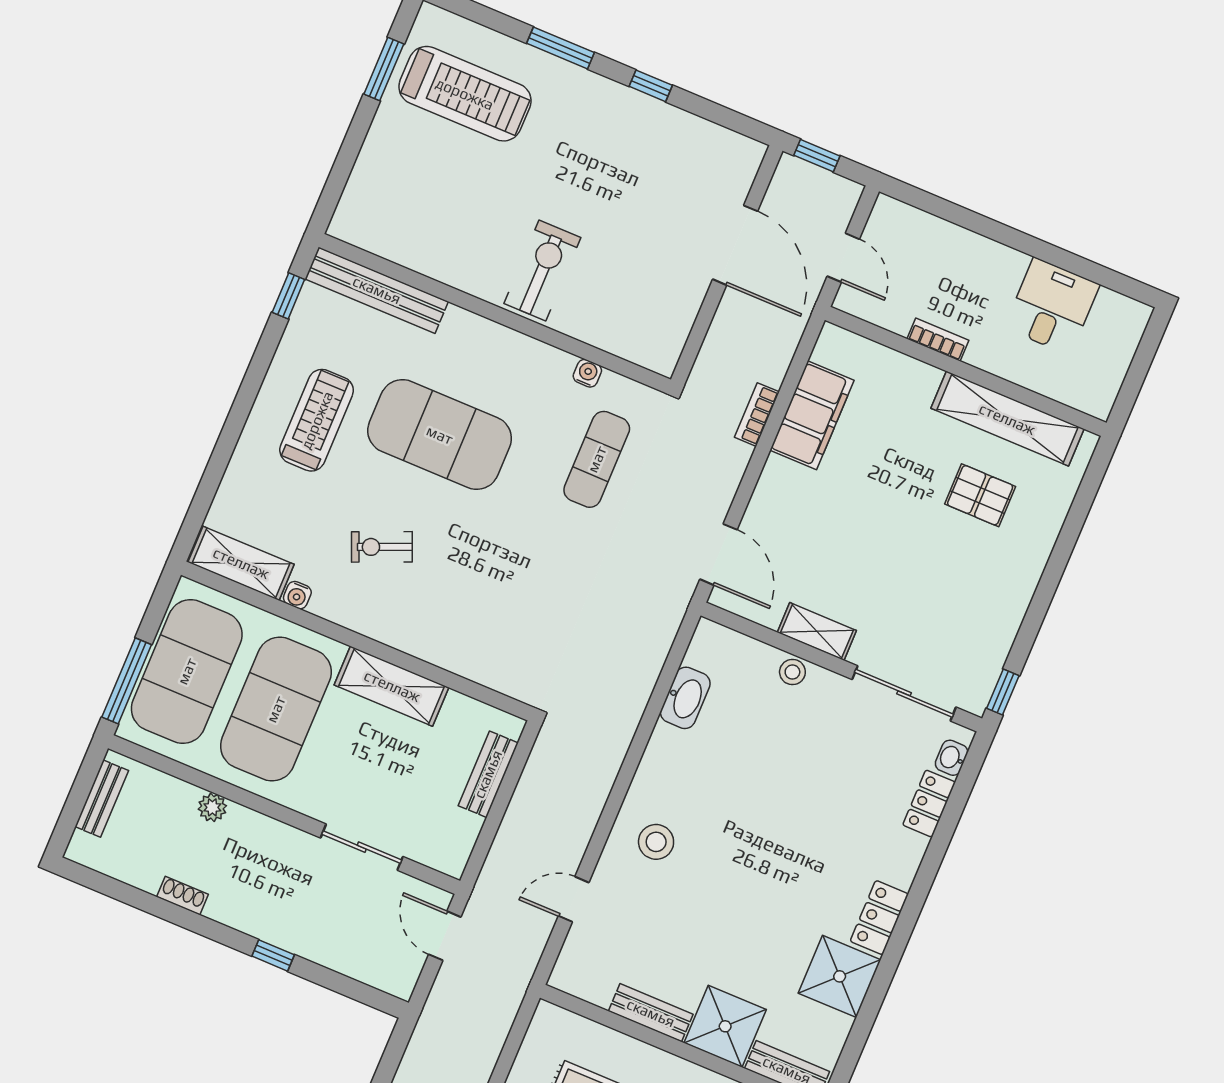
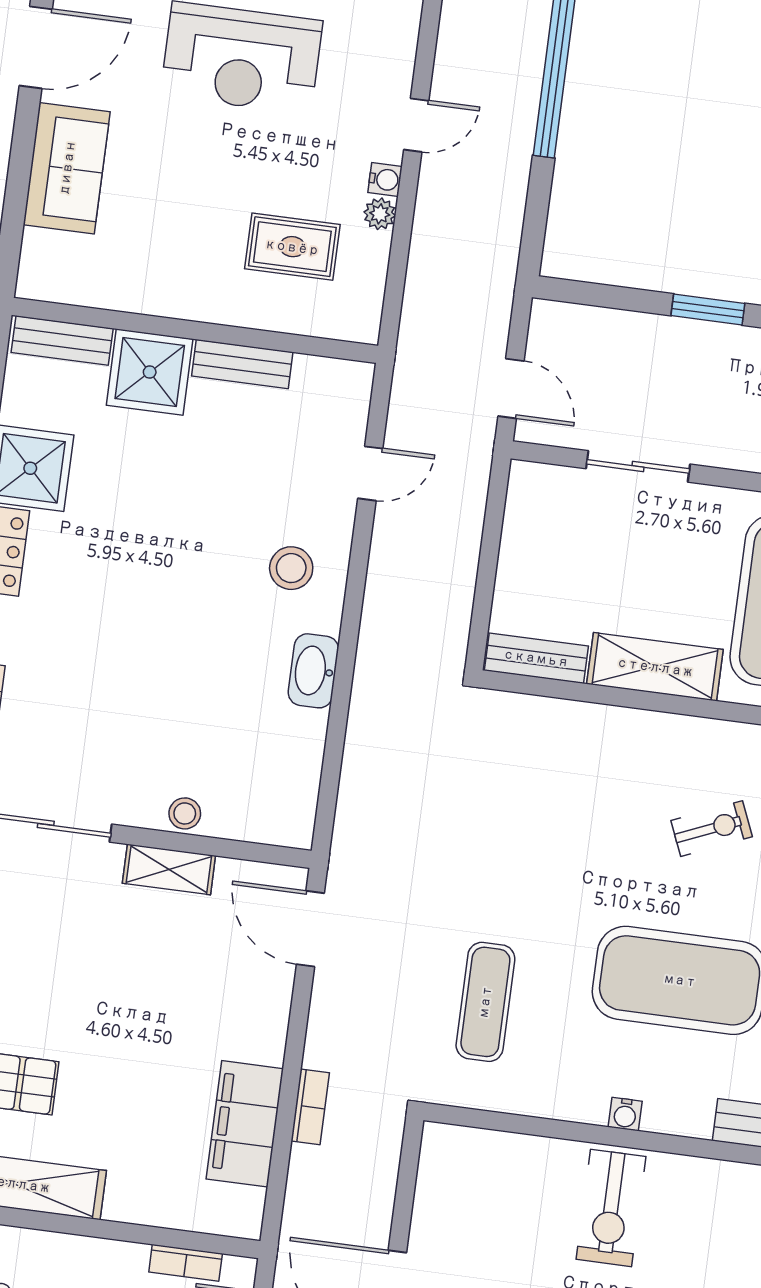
bookcase: (938, 340) -> (186, 1263), moved
water cooler: (587, 373) -> (625, 1114), moved
washbasin: (685, 698) -> (313, 671), moved
bench: (488, 774) -> (536, 658), moved, turned 90
window: (273, 955) -> (708, 309), width x1.50

